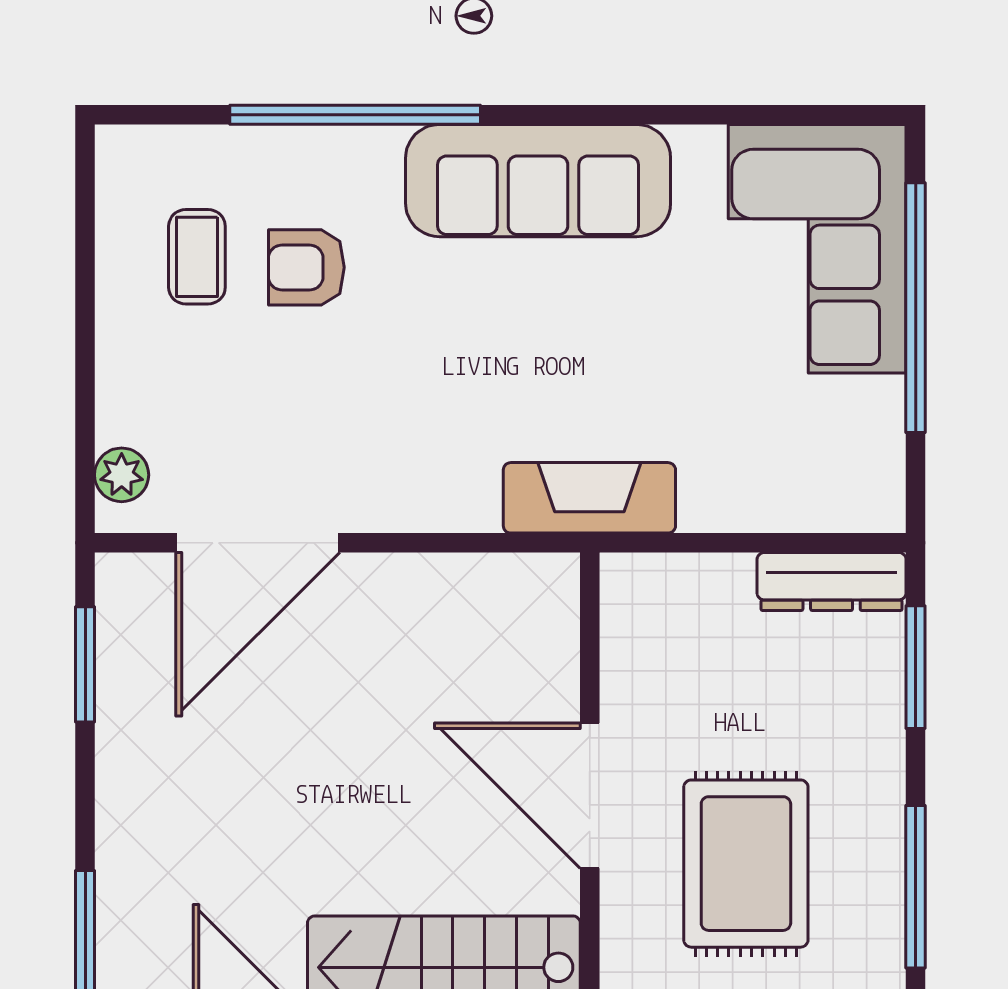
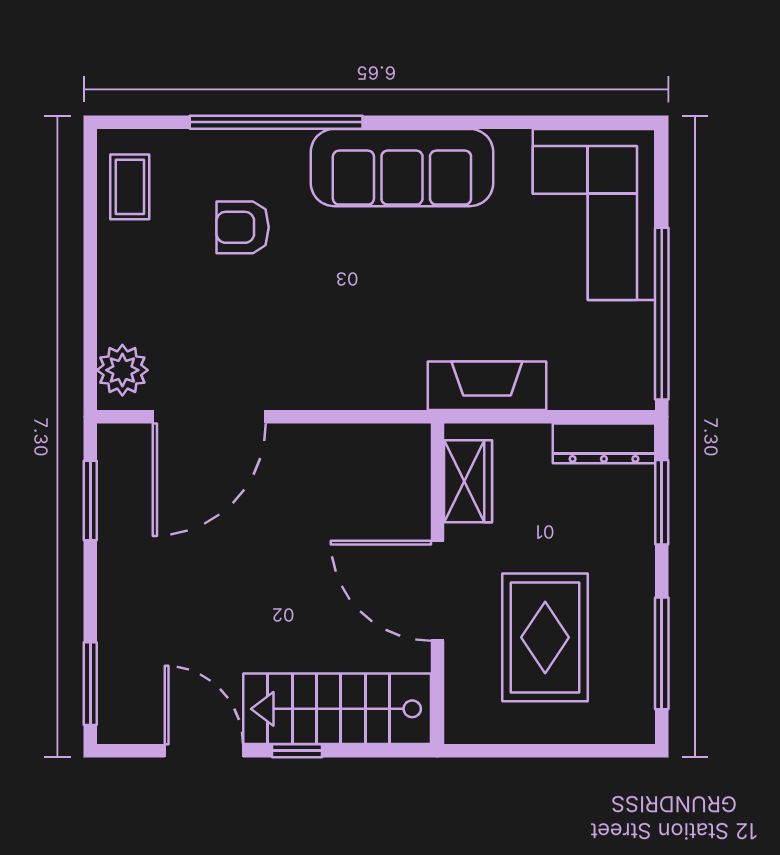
coffee table: (197, 257) -> (130, 187), moved
window: (916, 308) -> (662, 314), moved
plant: (122, 475) -> (122, 370), width x1.38, depth x1.38
fireplace: (589, 498) -> (487, 386), moved
wardrobe: (634, 637) -> (468, 481), added

